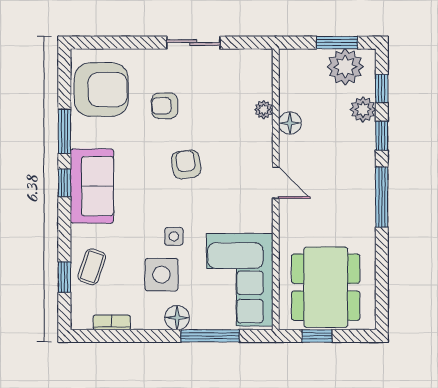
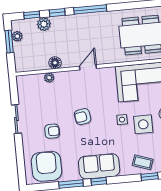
plant: (345, 67) -> (17, 36), width x0.53, depth x0.53
armchair: (165, 106) -> (52, 131), turned -89

